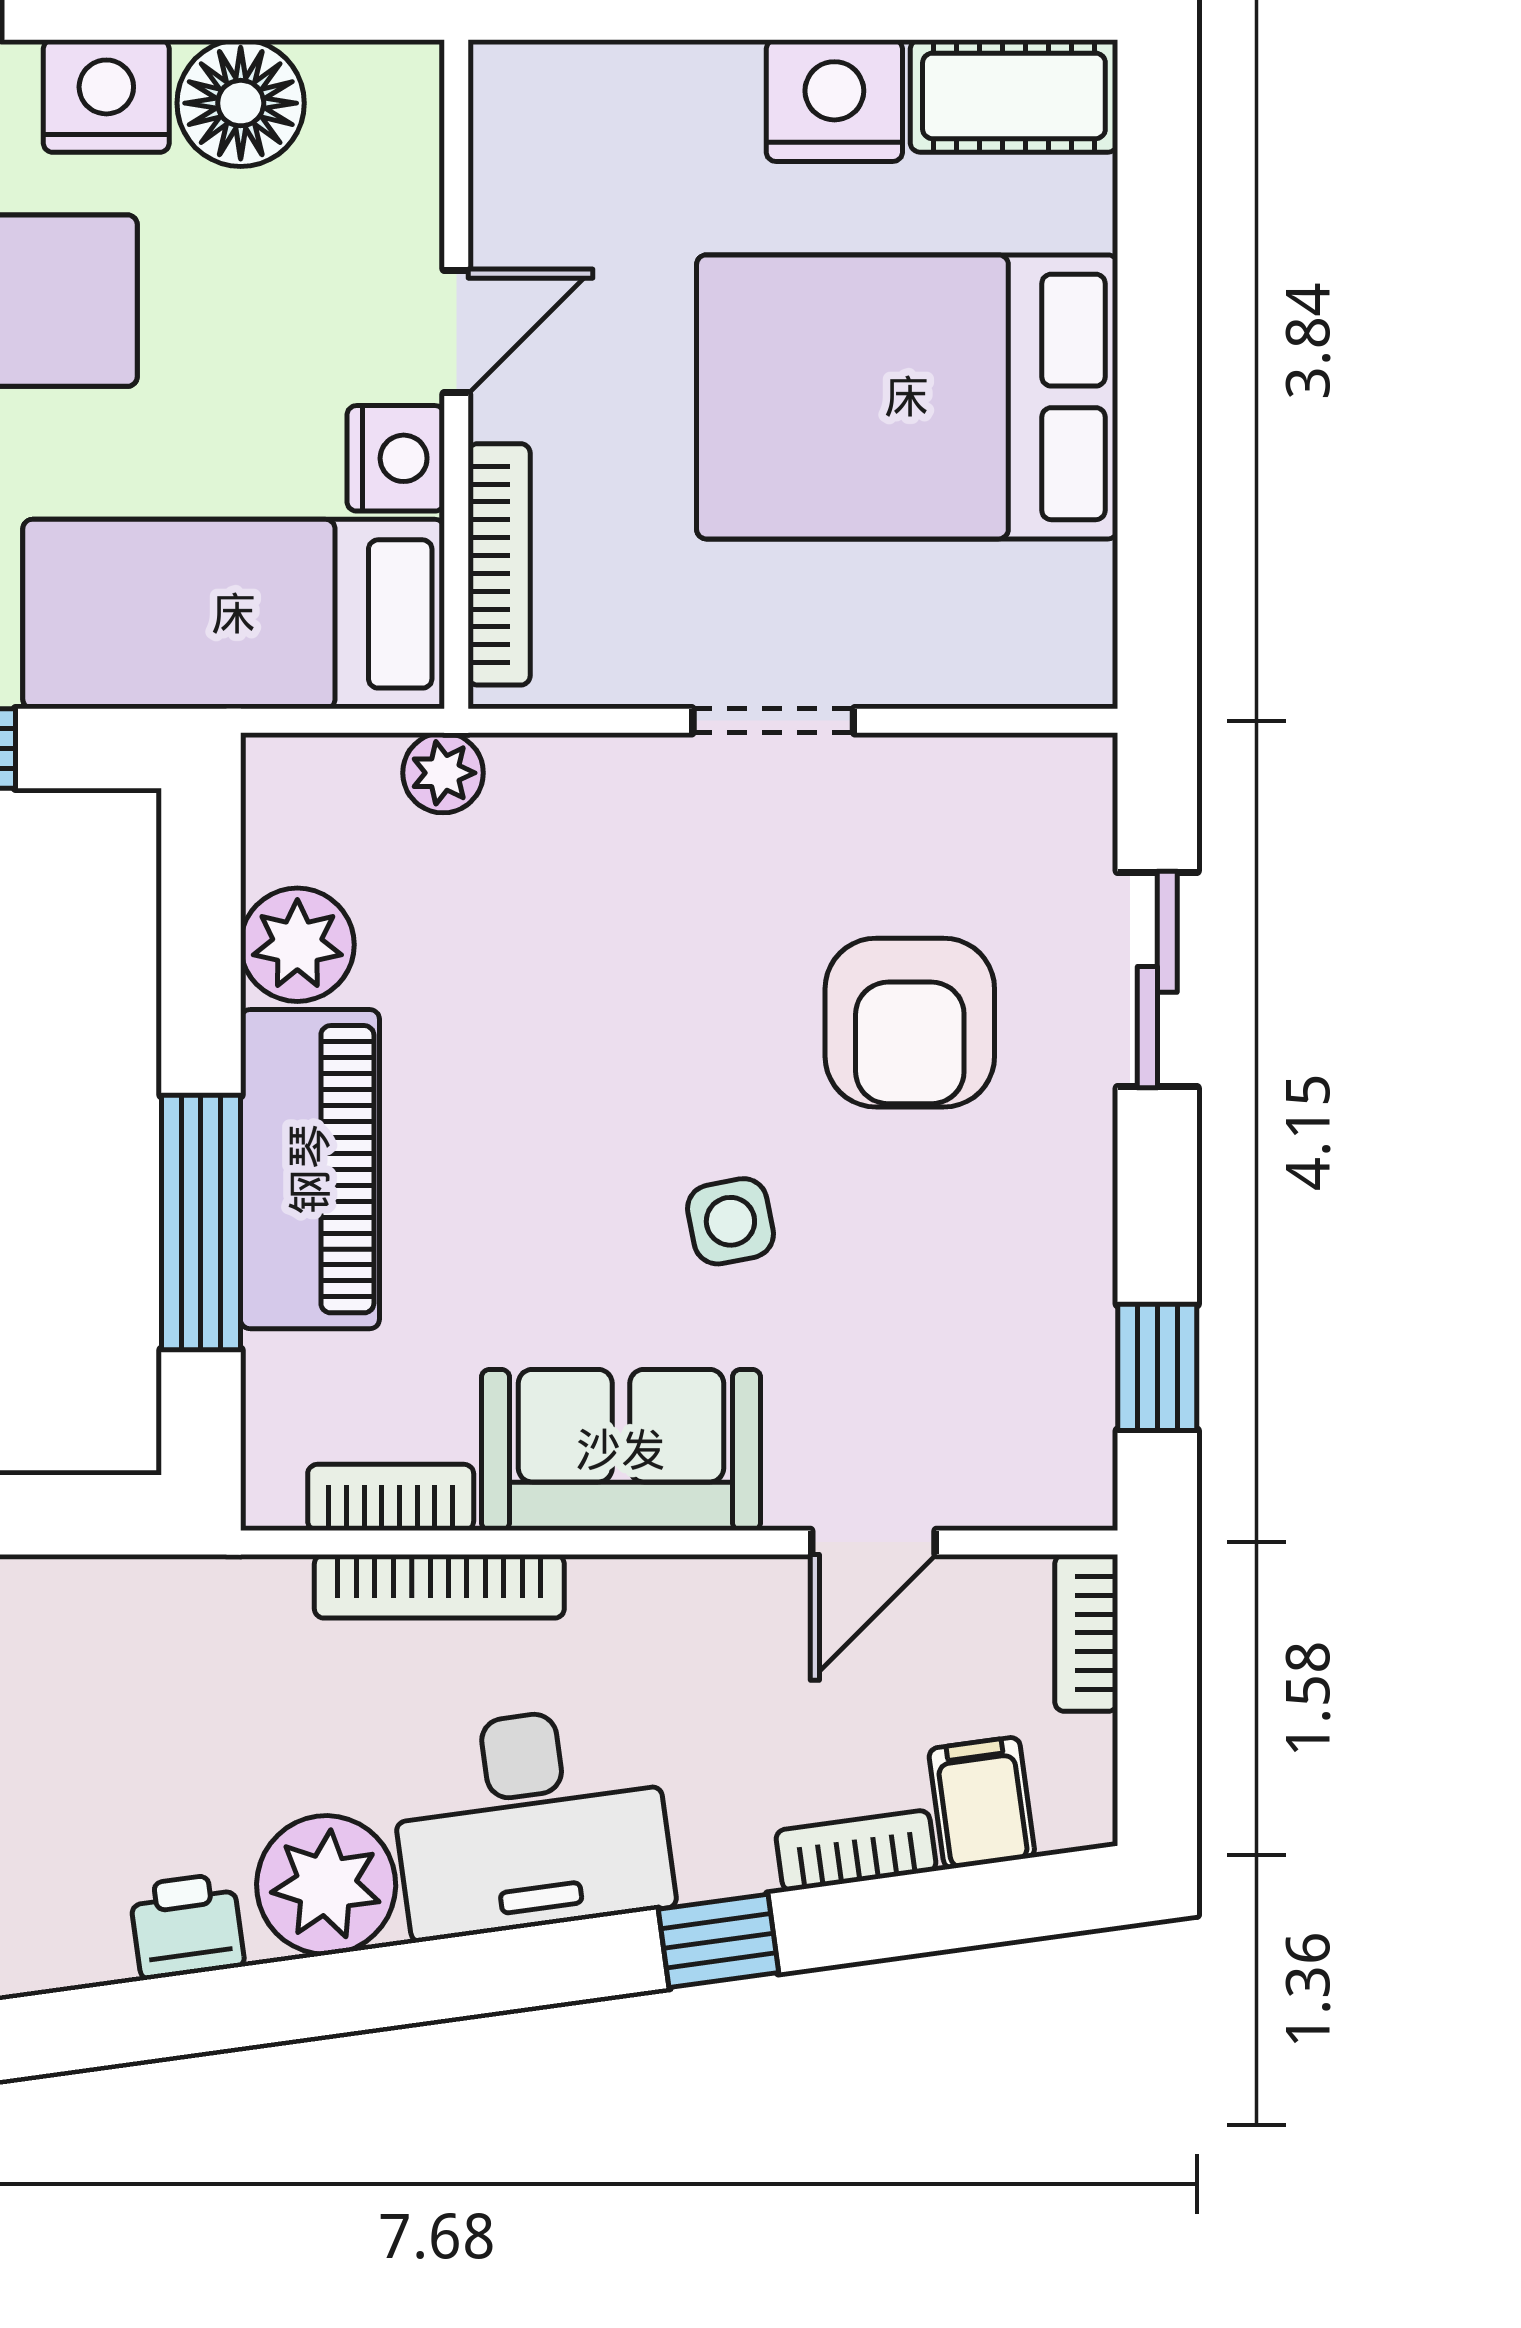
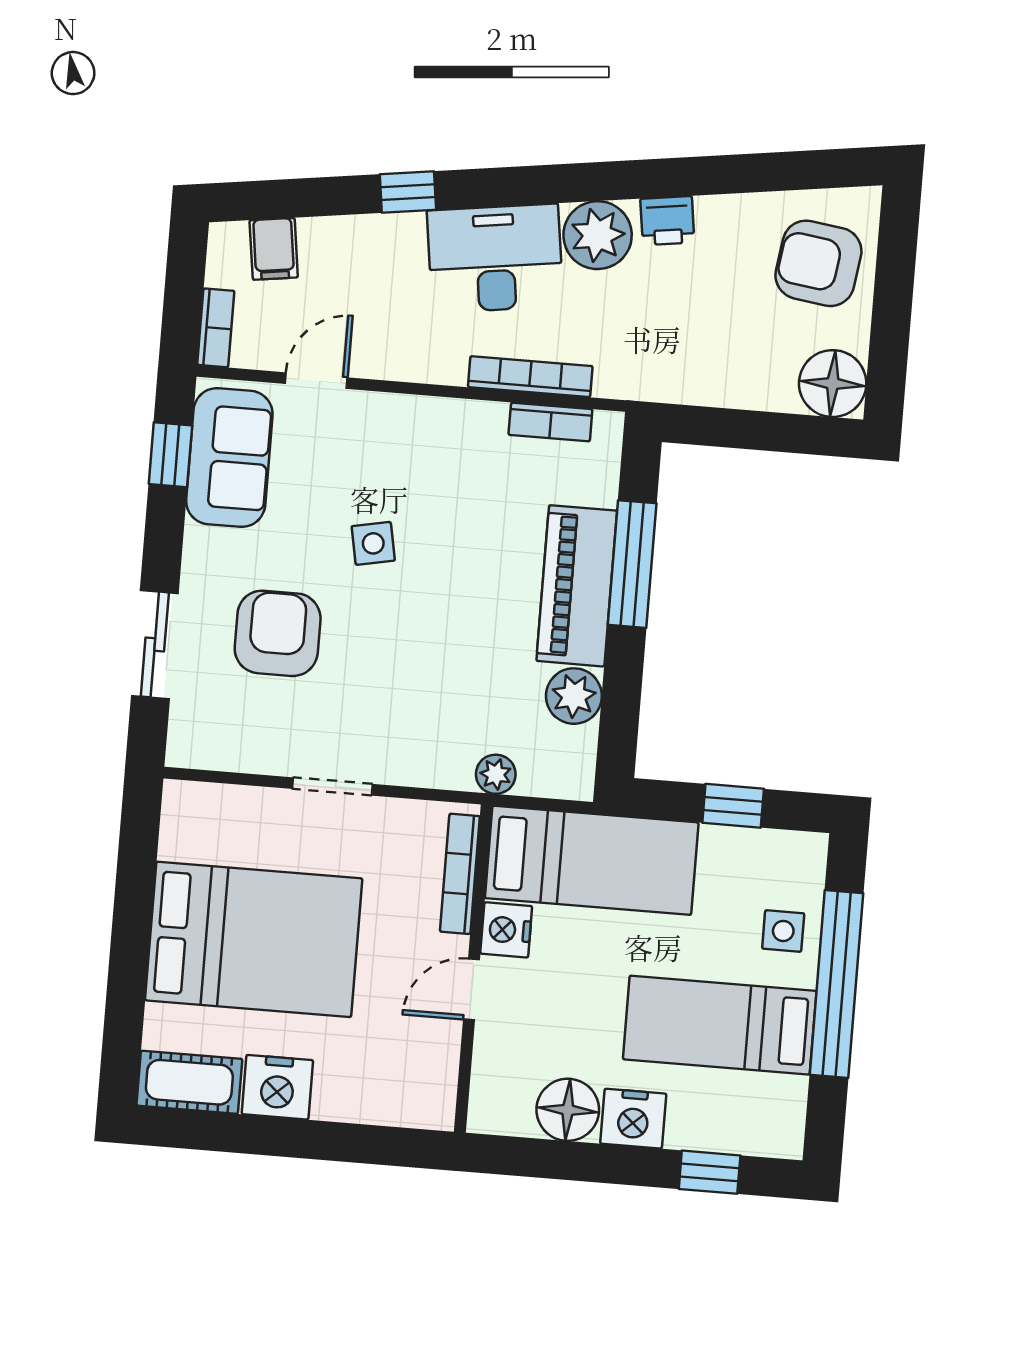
sofa: (621, 1450) -> (229, 457), moved, turned -90
bookcase: (856, 1851) -> (337, 231), removed

